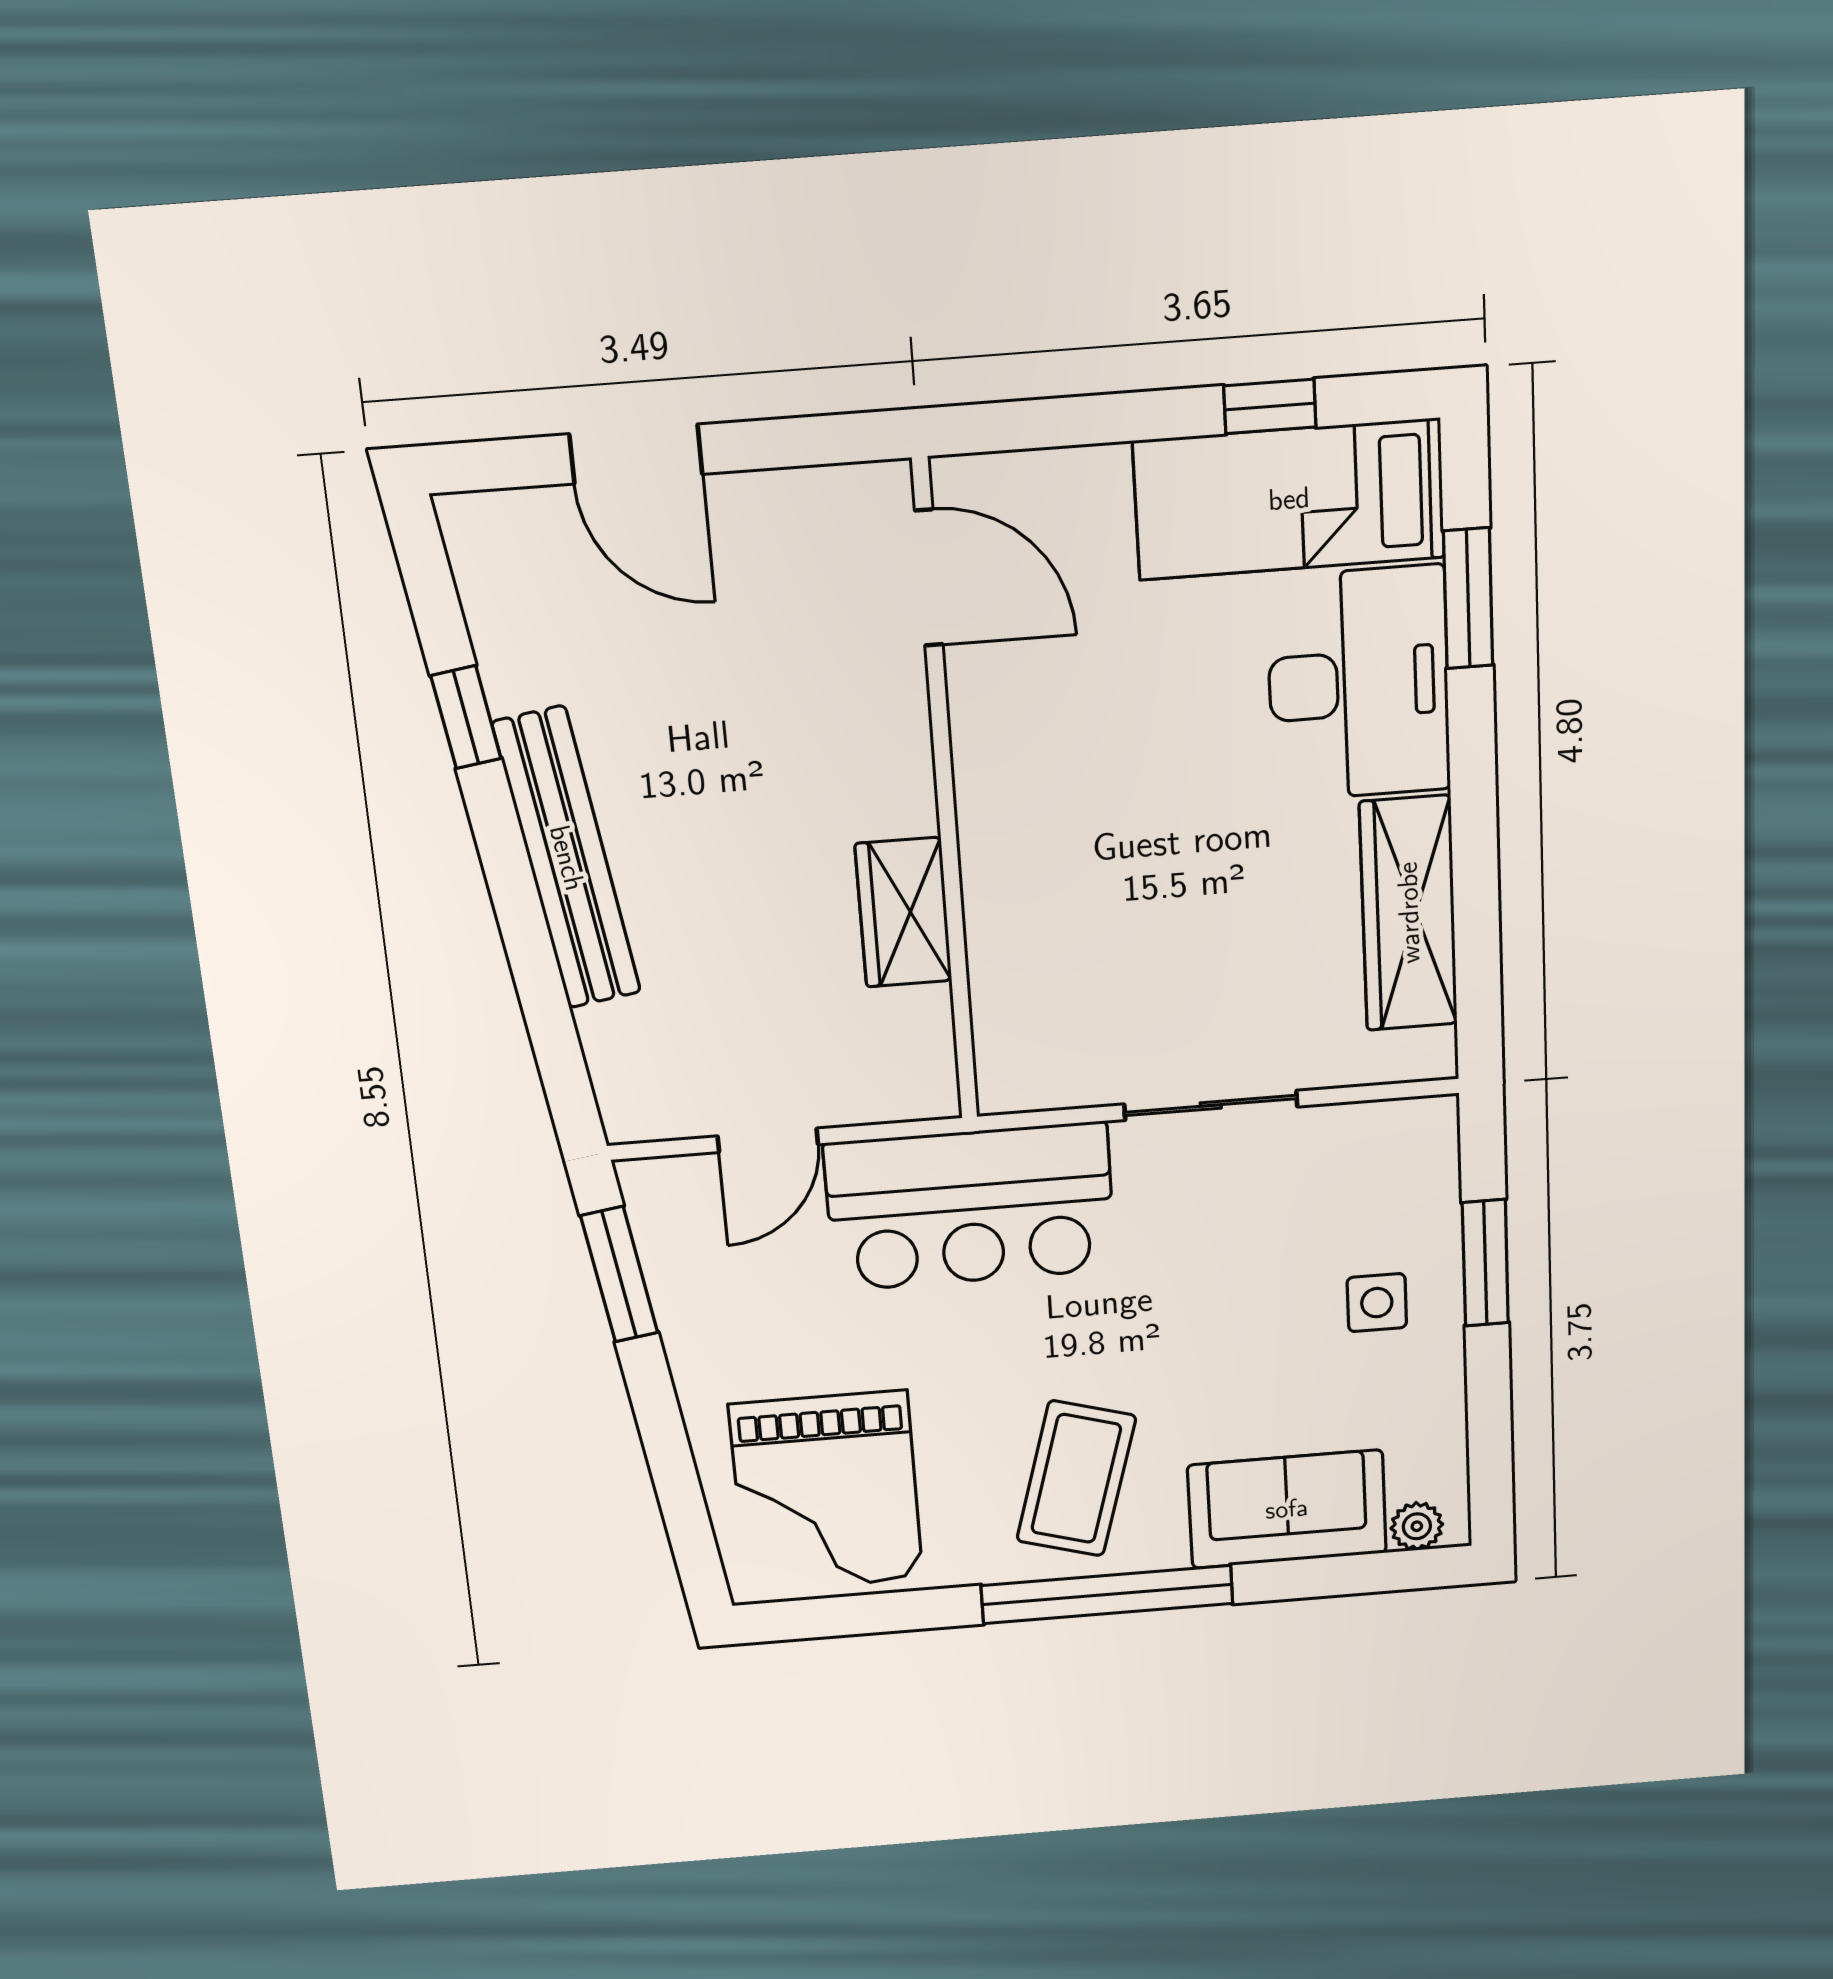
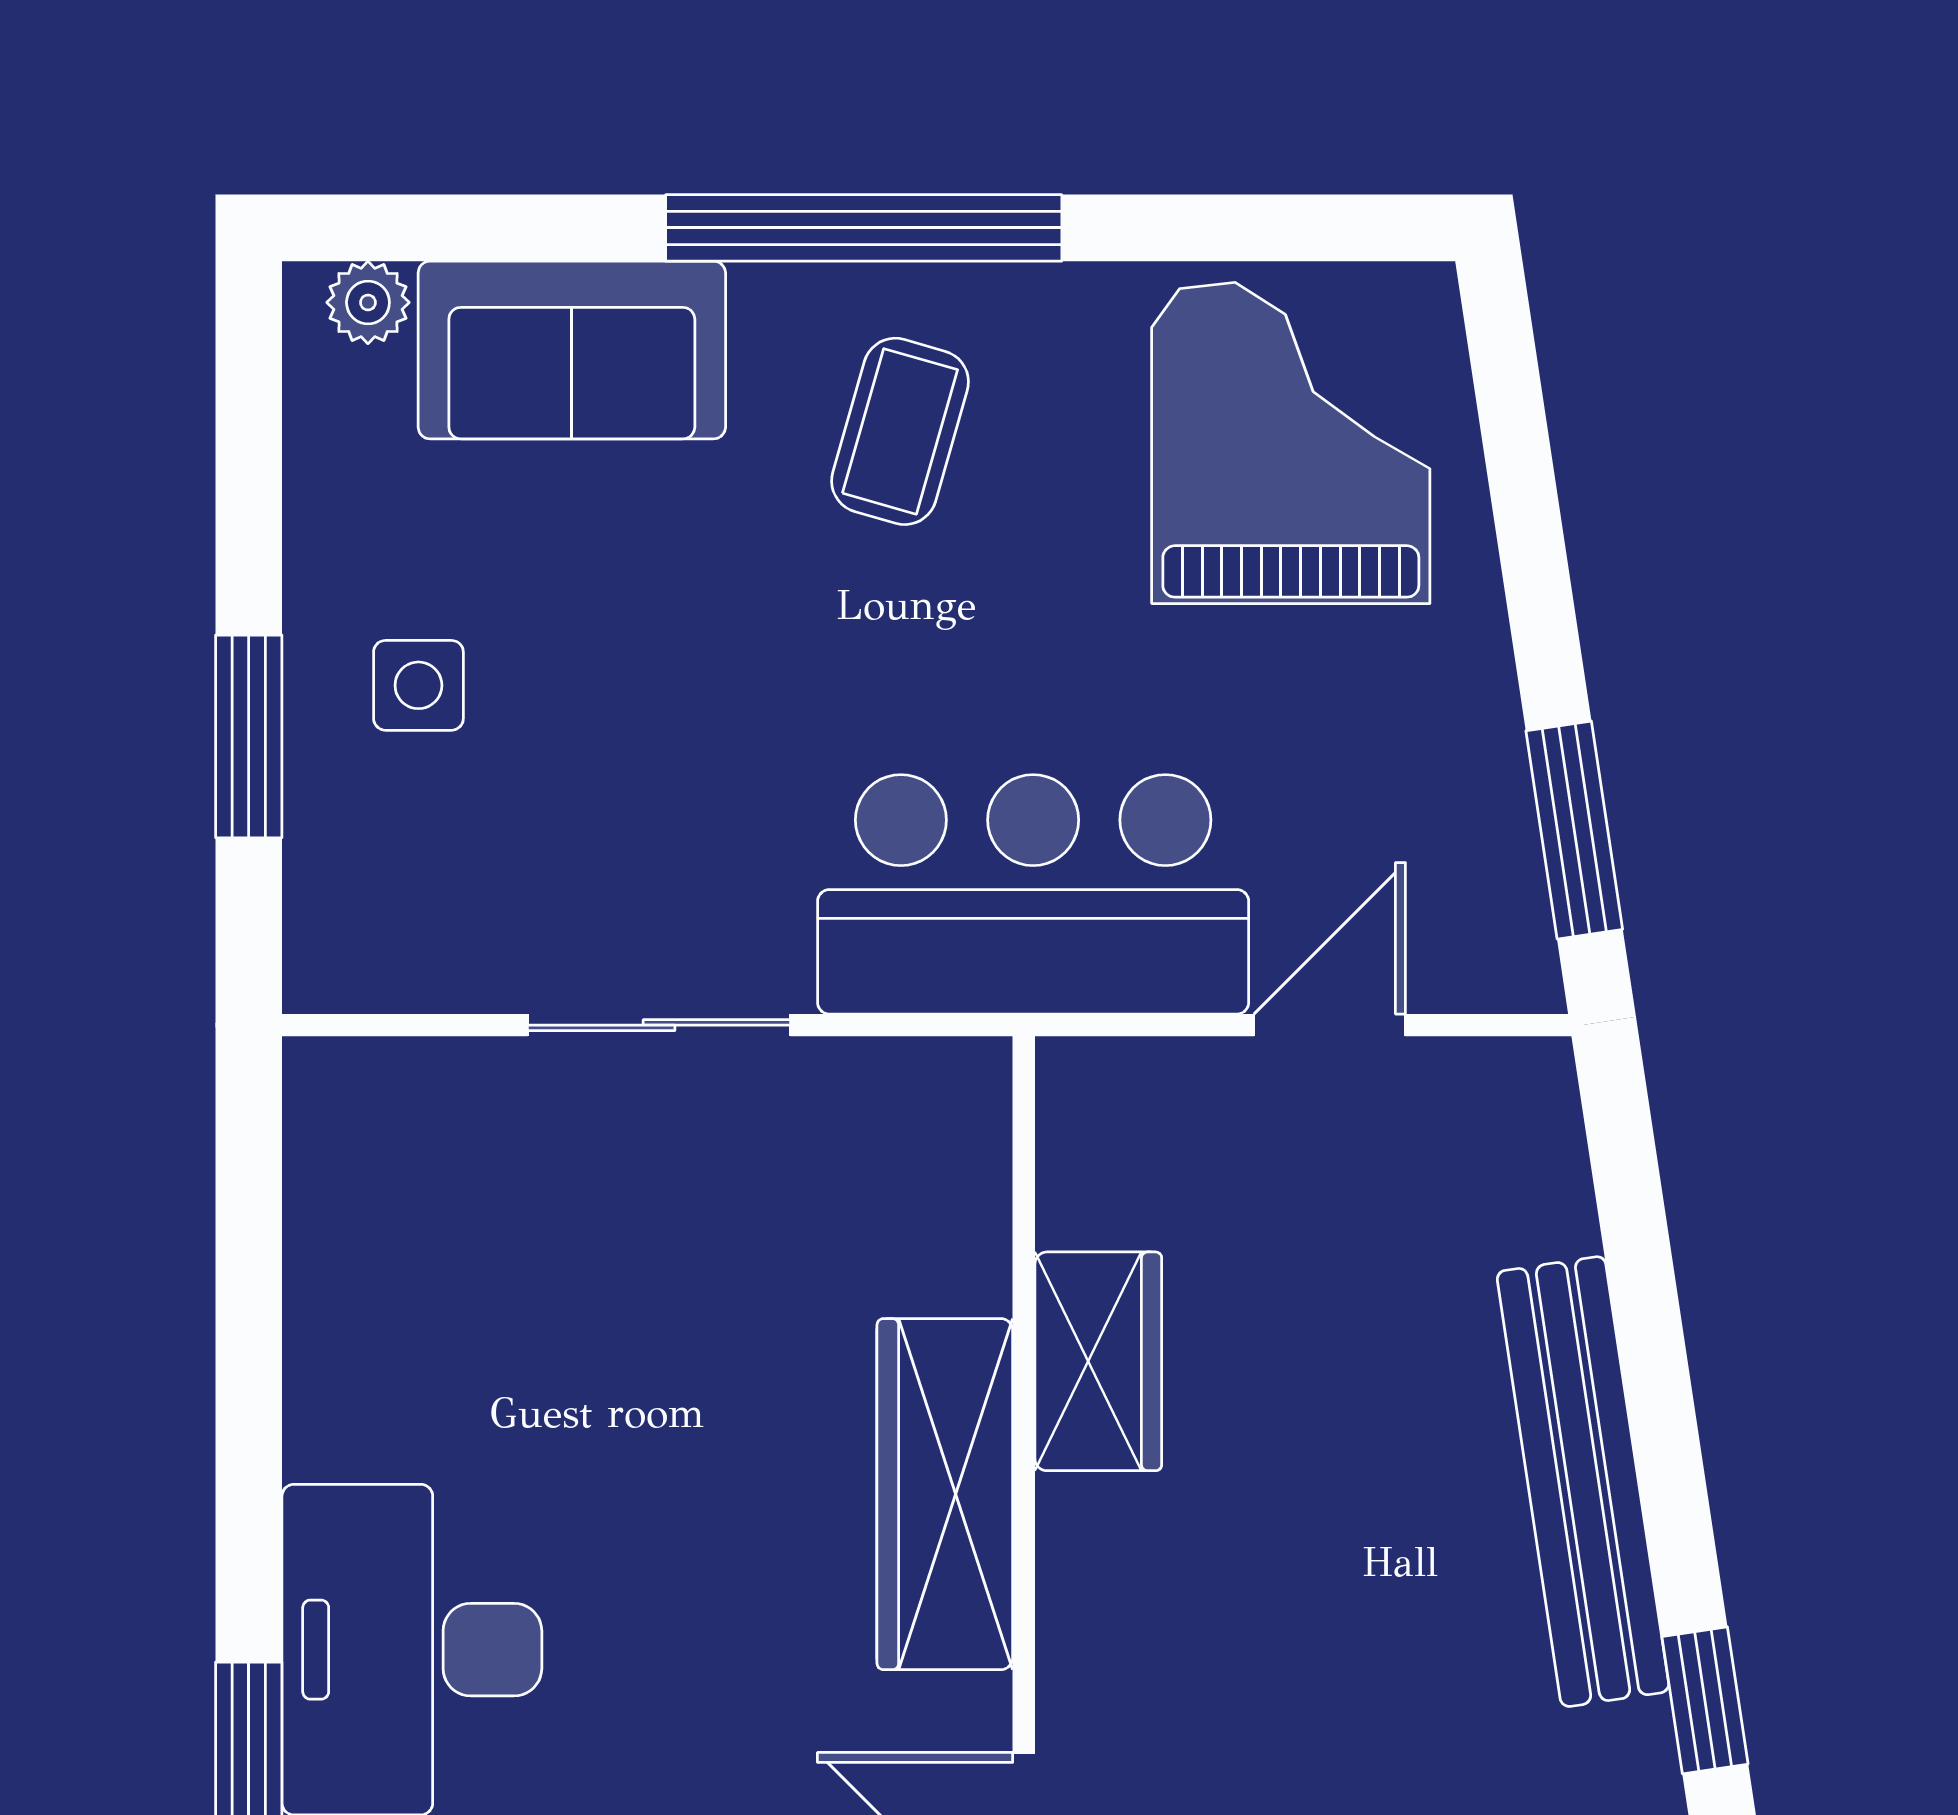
wardrobe: (1409, 913) -> (945, 1494), moved, turned 180
coffee table: (1076, 1479) -> (900, 431), width x0.73, depth x0.77

